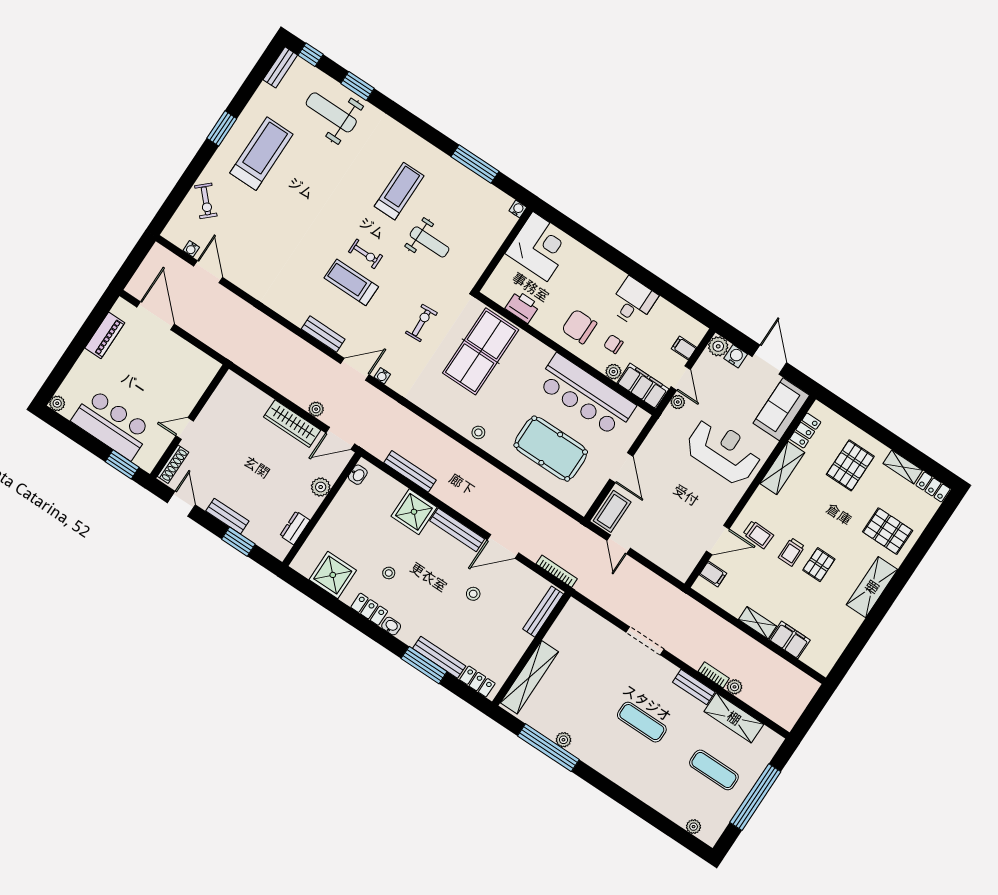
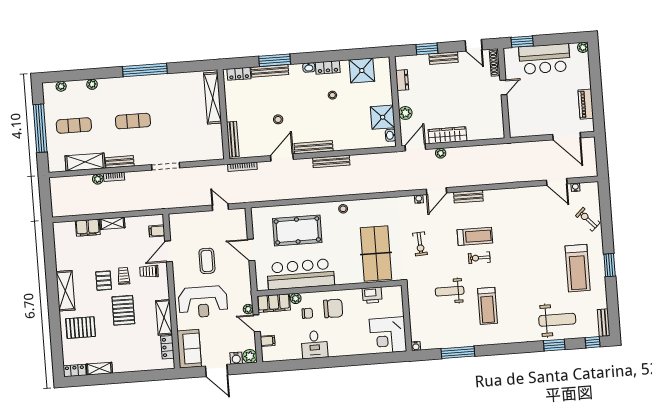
pallet: (850, 465) -> (123, 310), moved
bench: (410, 471) -> (331, 161), moved
coffee table: (612, 511) -> (207, 261), moved
shower: (414, 512) -> (383, 117), moved
plant: (563, 740) -> (92, 84), moved
window: (548, 748) -> (145, 70), moved

